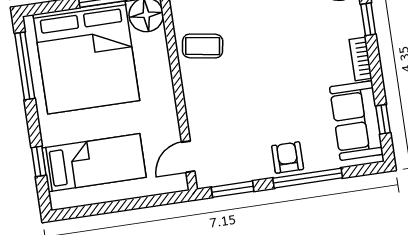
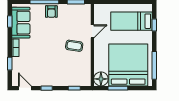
coffee table: (203, 46) -> (74, 46), moved
door: (188, 157) -> (92, 31), moved

